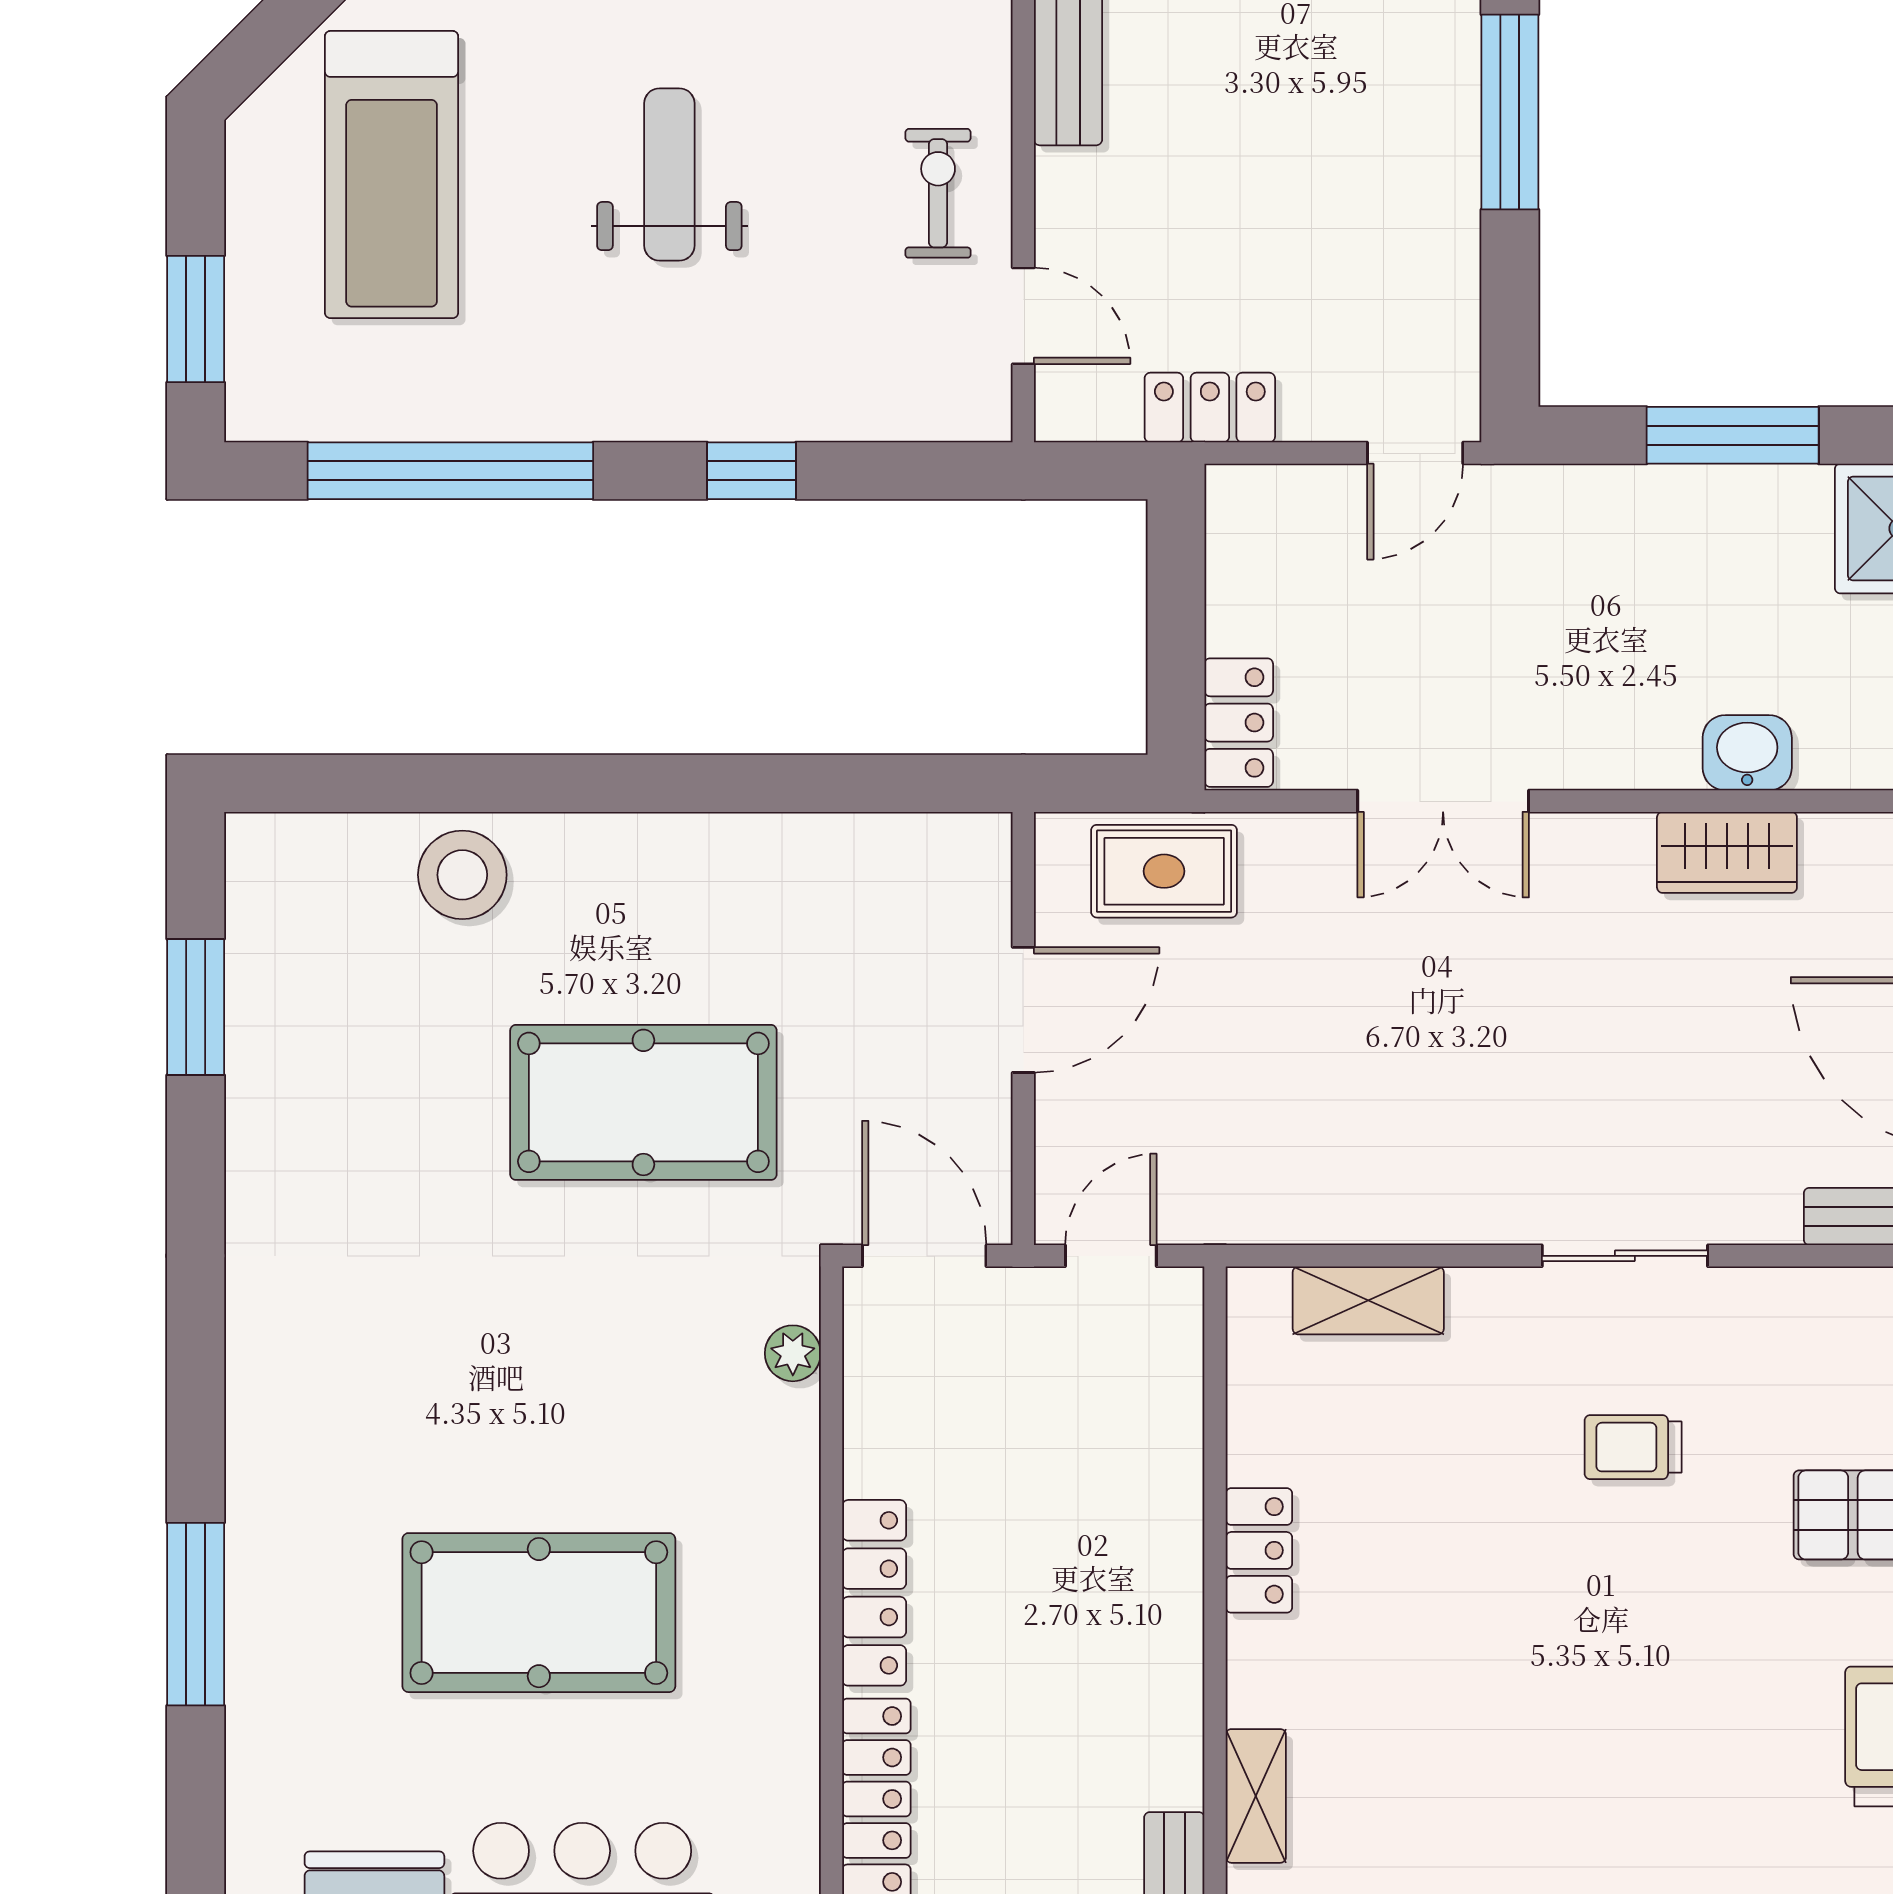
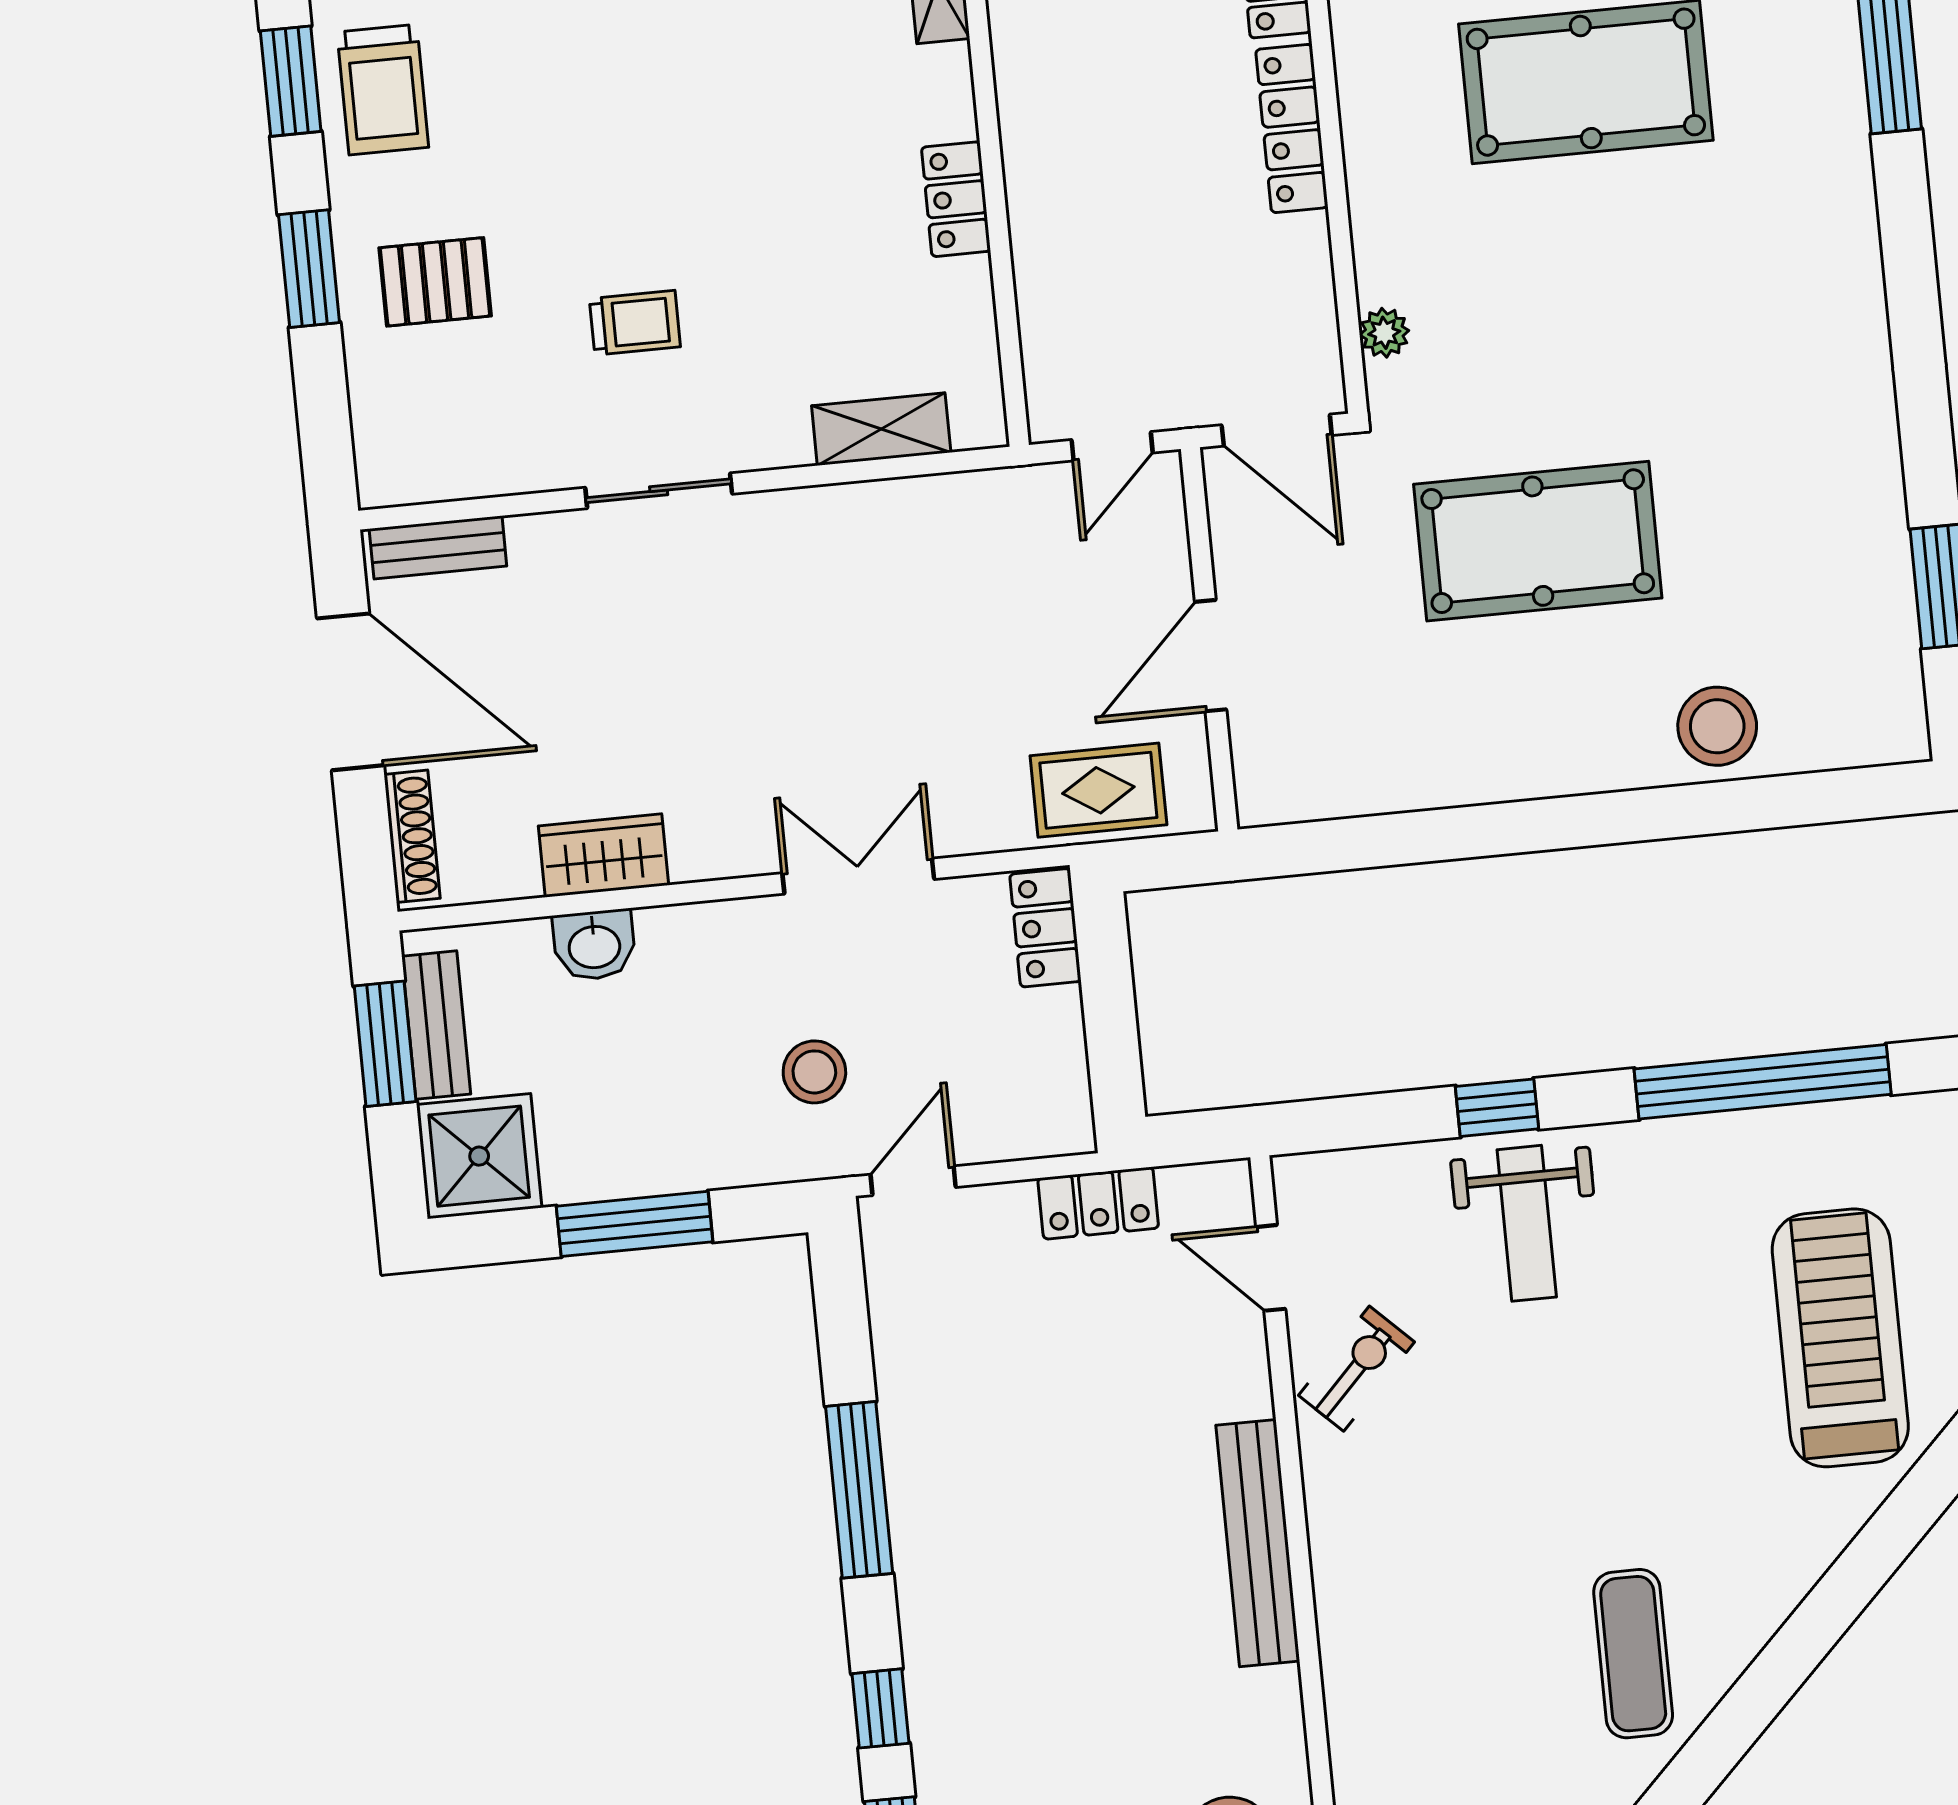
weight bench: (669, 174) -> (1527, 1223), moved
exercise bike: (938, 193) -> (1356, 1369), turned -136
stool: (1514, 586) -> (814, 1072), added

